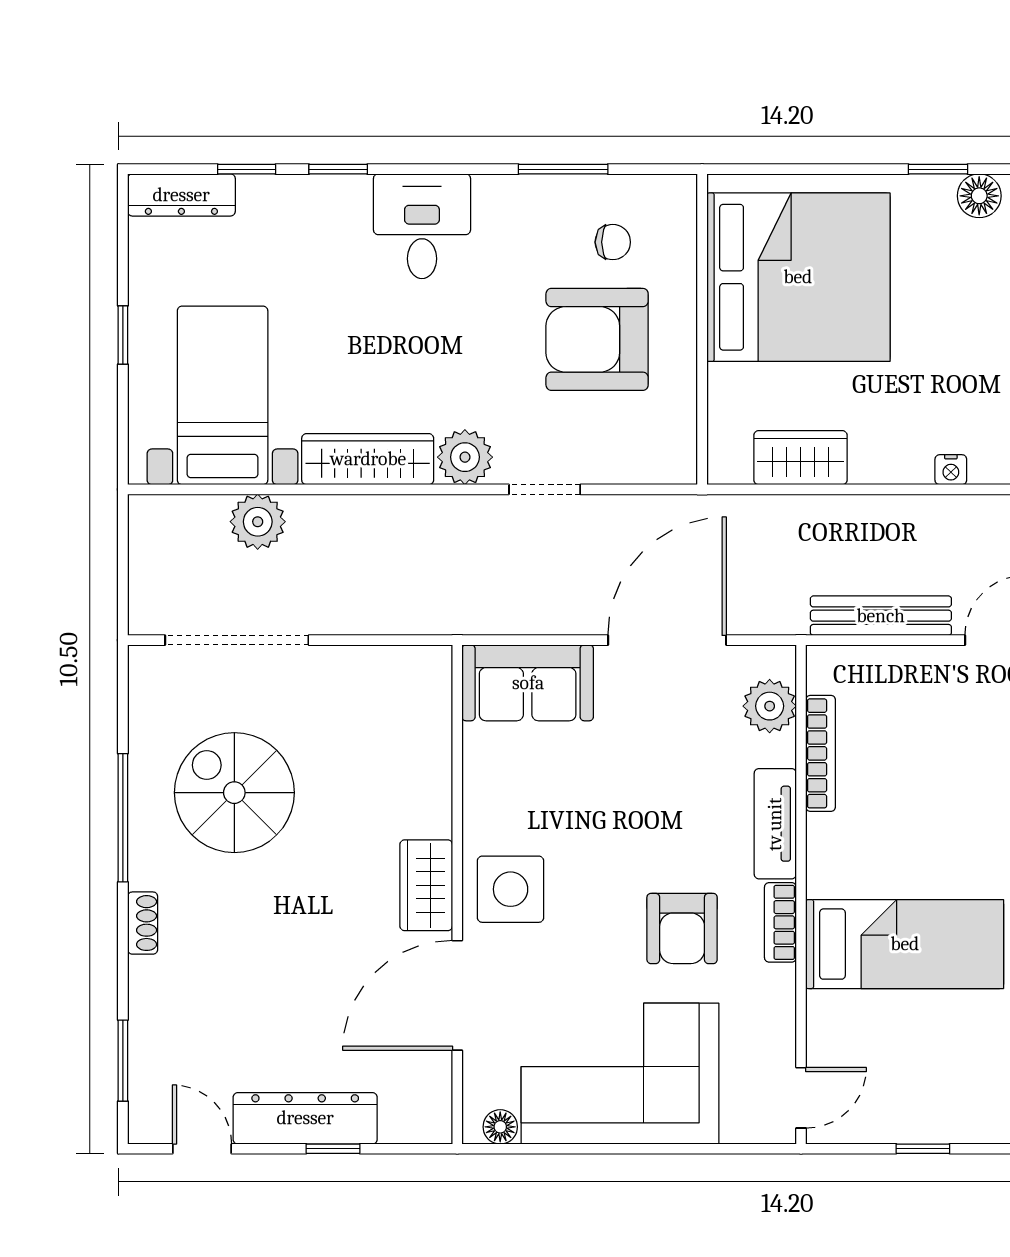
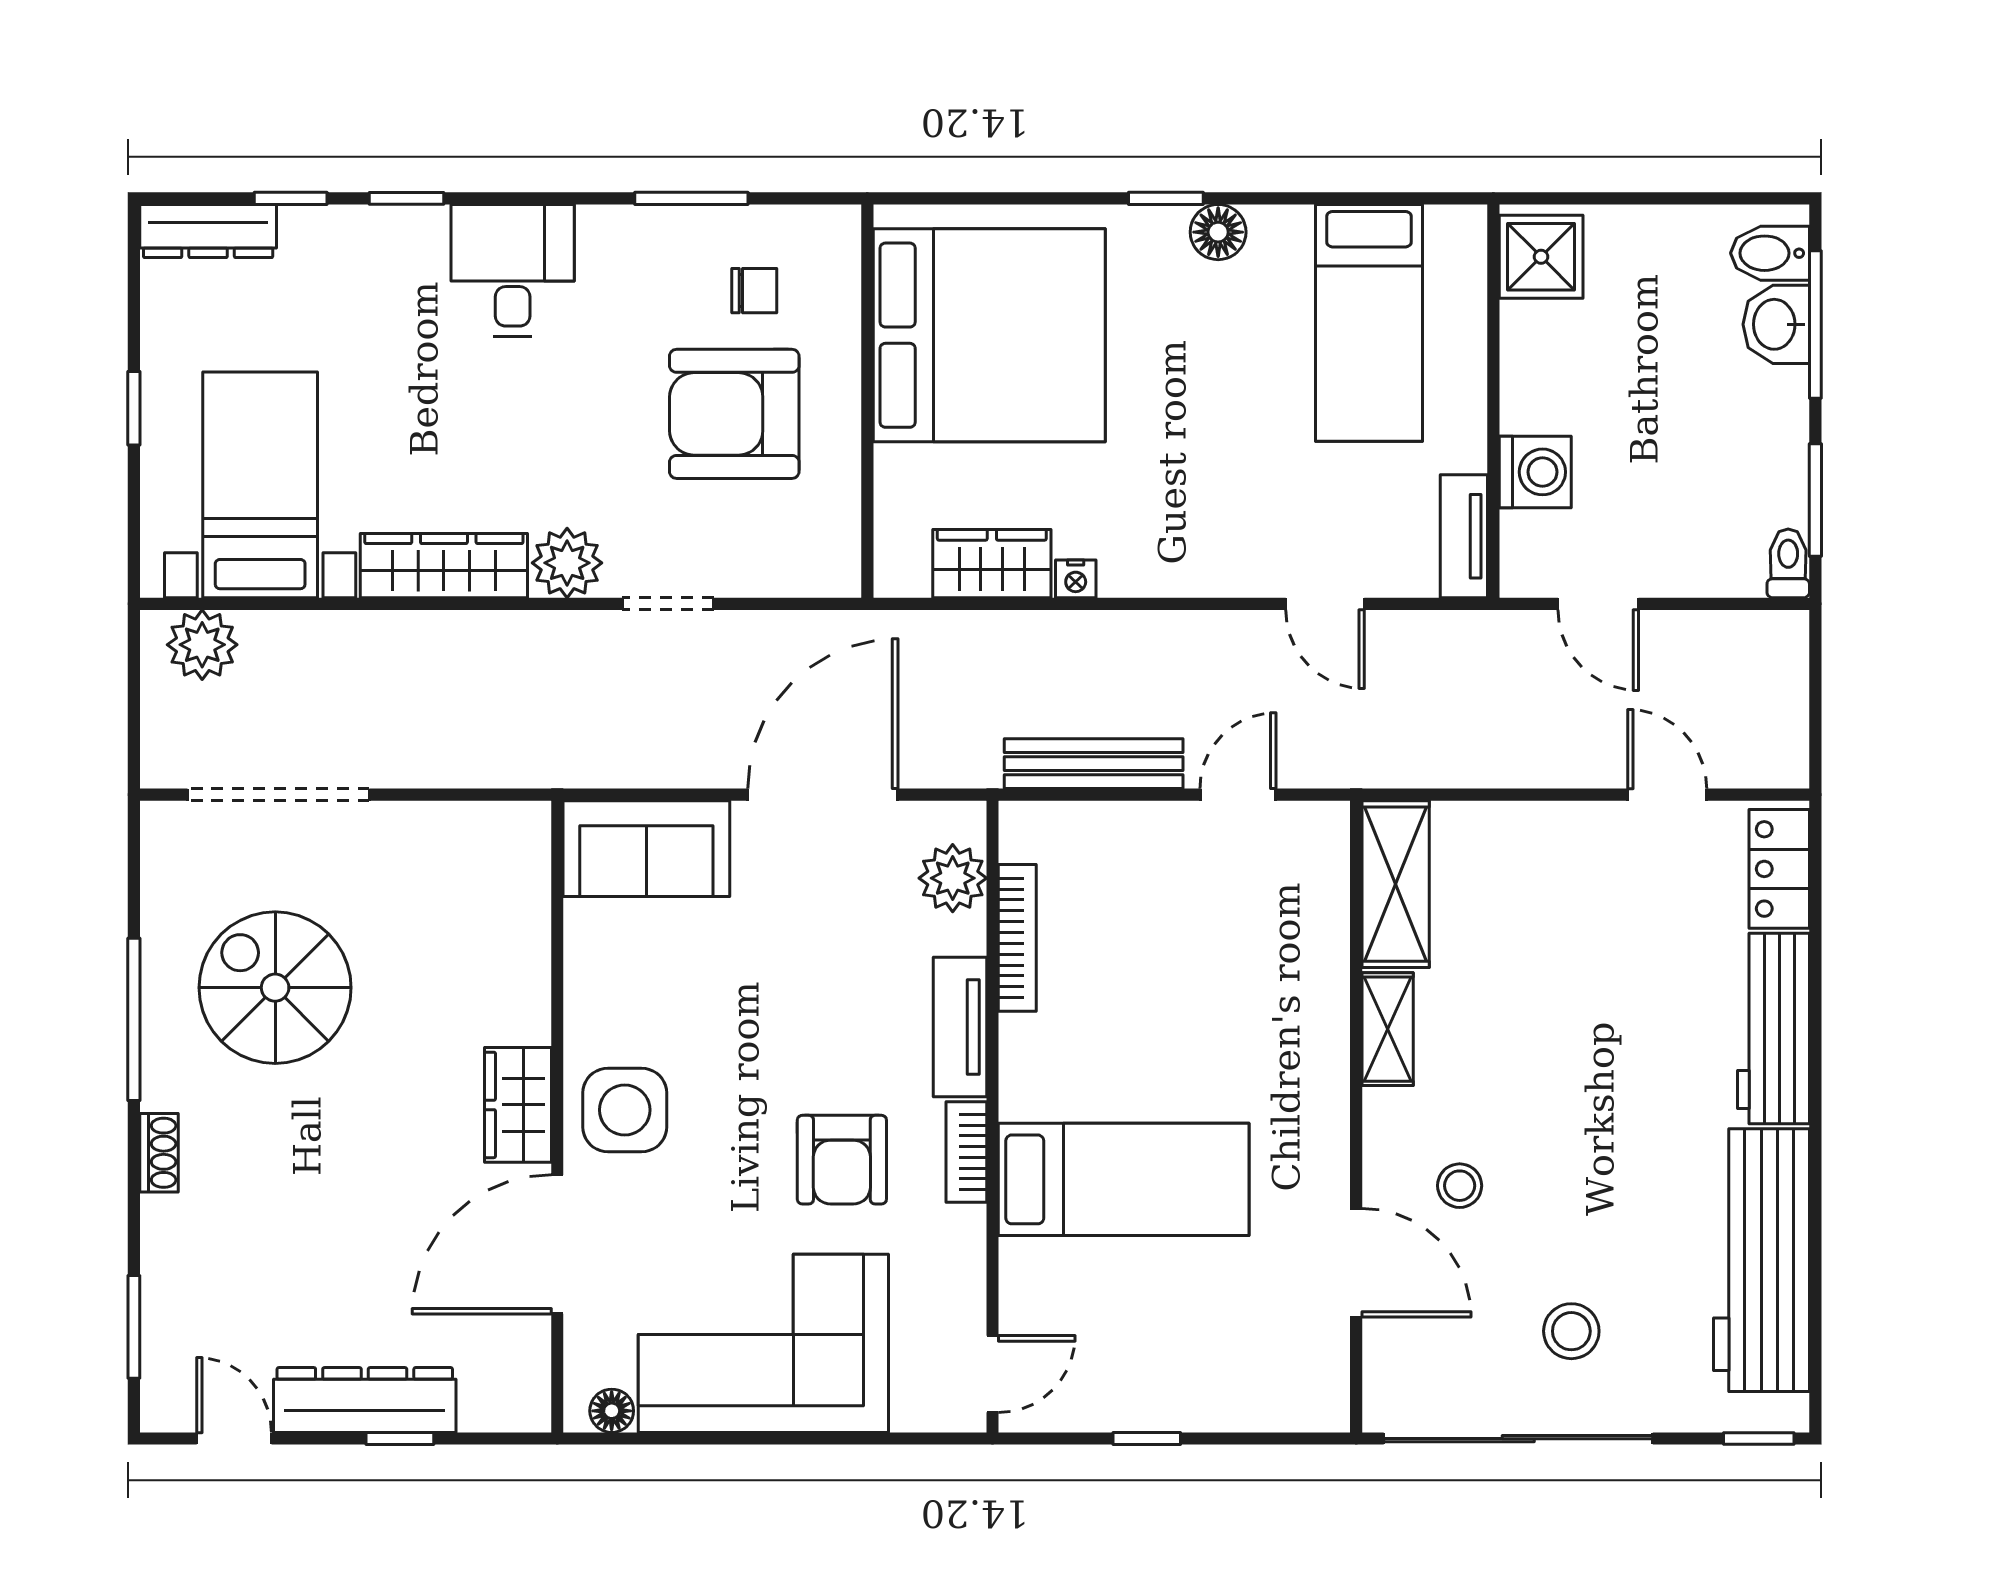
nightstand: (951, 470) -> (1076, 579), moved
plant: (258, 522) -> (202, 645), moved

